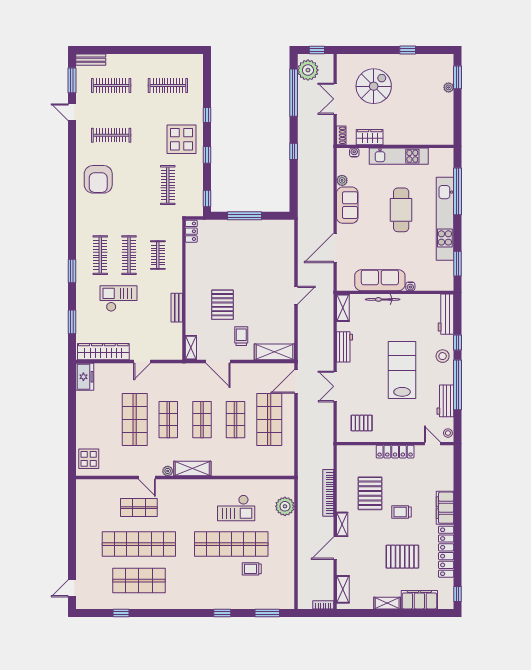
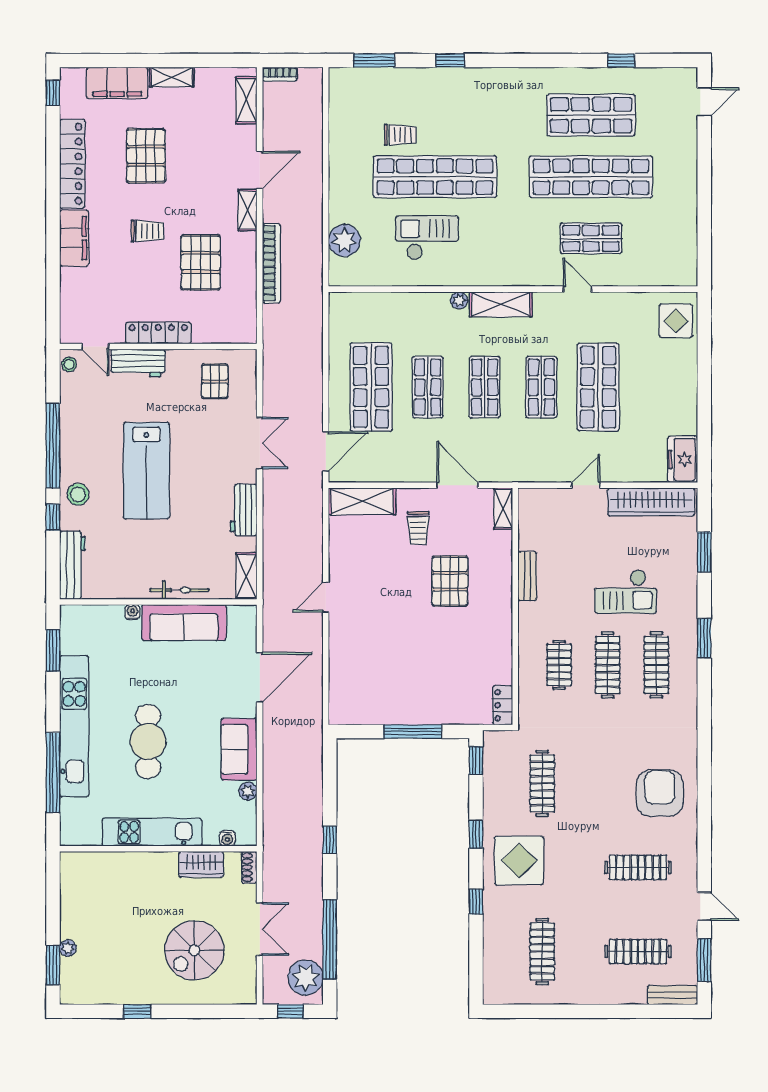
clothes rail: (168, 85) -> (542, 951), turned 90
workbench: (445, 401) -> (138, 363), moved, turned 90
pallet: (362, 423) -> (215, 381), turned 90
plant: (168, 471) -> (459, 300), moved
pallet: (402, 557) -> (146, 156), turned 90

